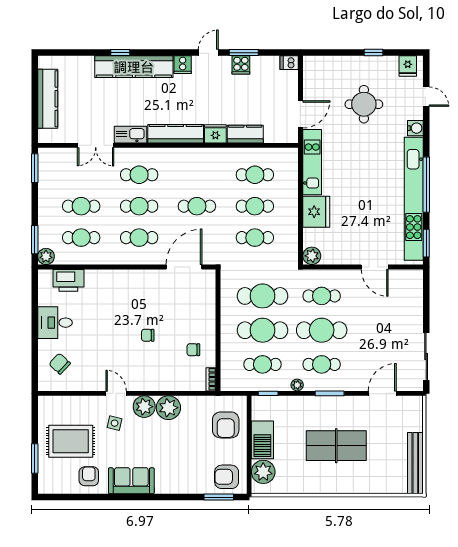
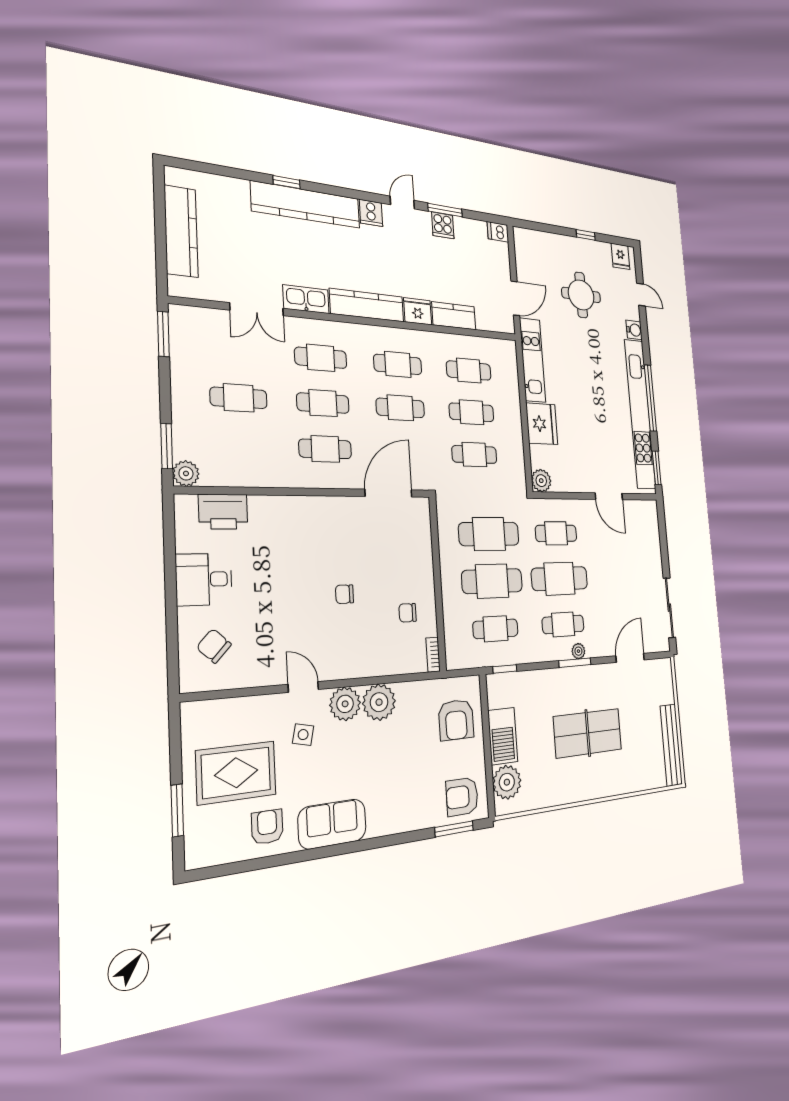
cafe table: (81, 238) -> (398, 364), moved
plant: (297, 385) -> (578, 651), moved

